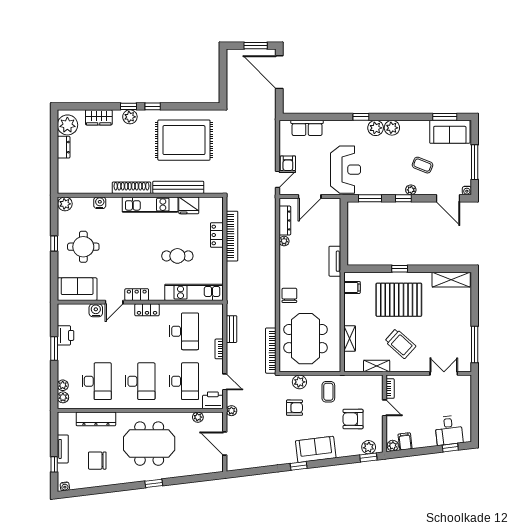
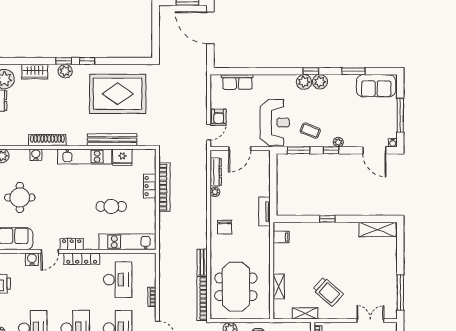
window: (361, 117) -> (311, 71), moved
window: (445, 117) -> (353, 71), moved
coffee table: (422, 165) -> (310, 131), moved
shoe rack: (131, 188) -> (47, 140), moved
chair: (289, 295) -> (225, 227), moved, turned 180
pallet: (399, 300) -> (327, 249), removed
locker: (147, 310) -> (82, 259), width x1.53
bench: (231, 329) -> (202, 262), moved

